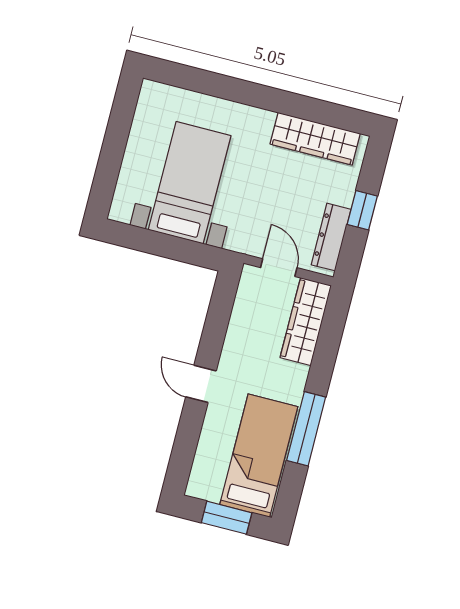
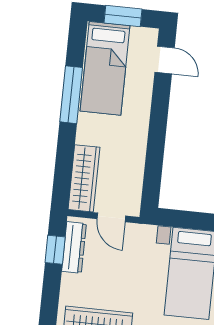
window: (362, 210) -> (55, 250), moved
door: (201, 384) -> (165, 60), moved

